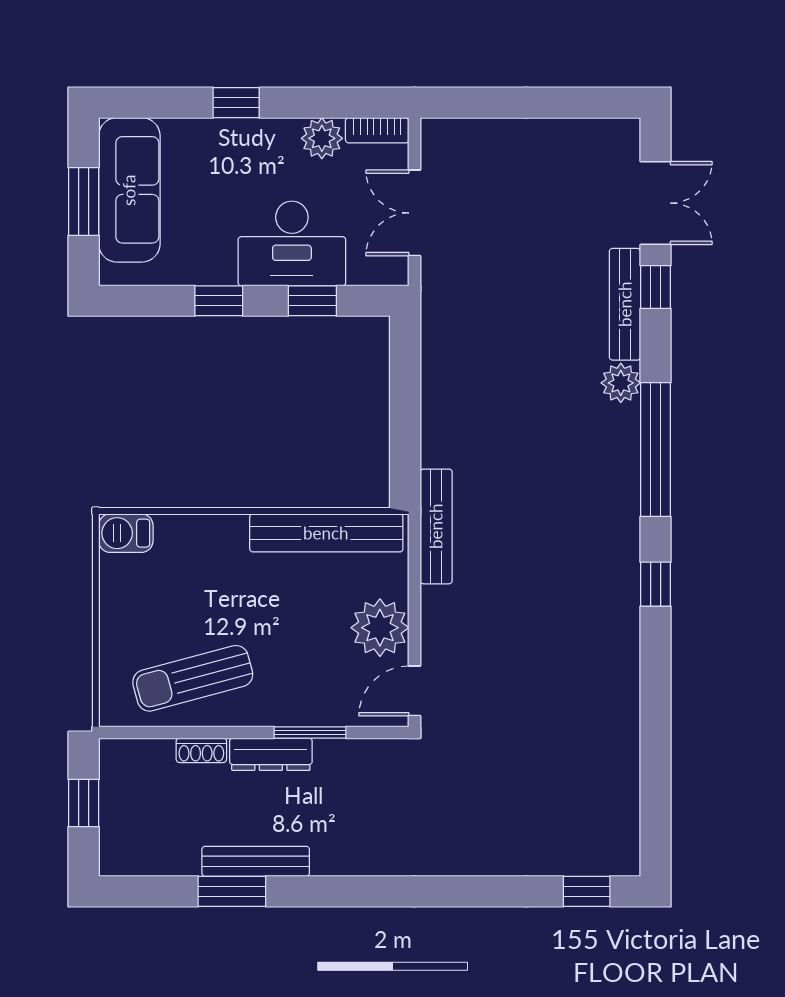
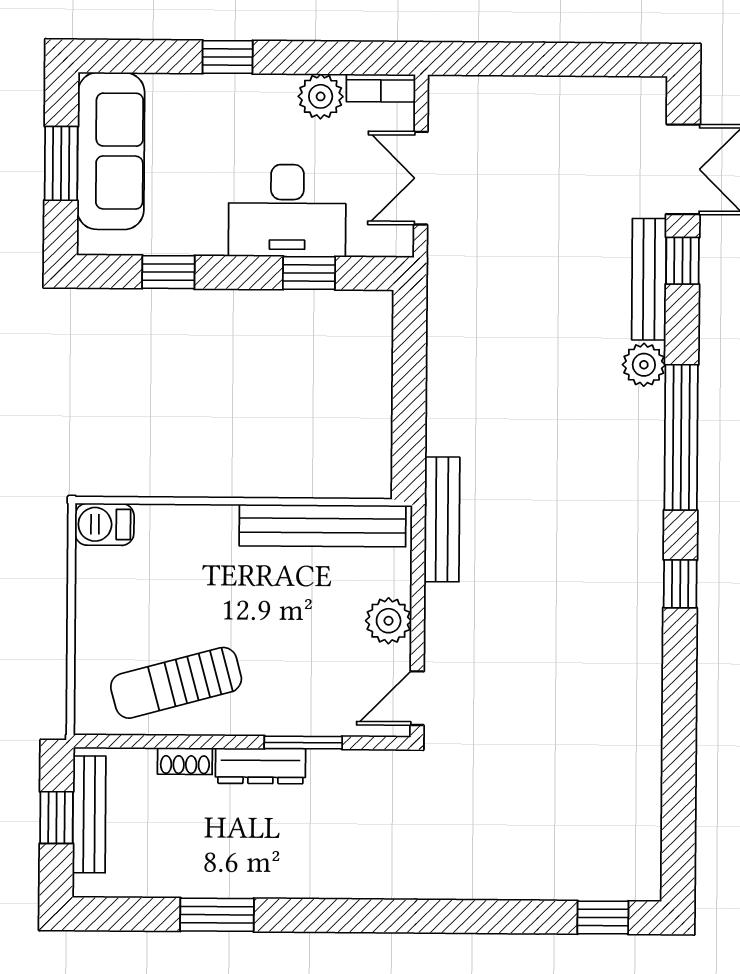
window: (219, 301) -> (168, 272), moved
plant: (380, 628) -> (389, 621), width x0.73, depth x0.73
bench: (256, 861) -> (89, 814), moved, turned 90

